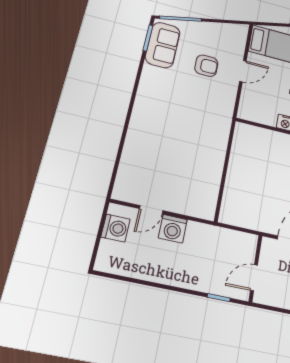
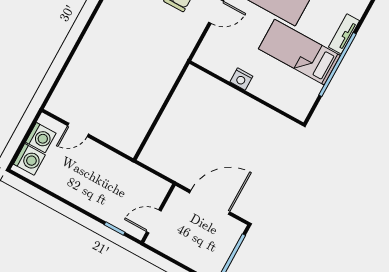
washing machine: (173, 229) -> (29, 159), moved, turned -90

